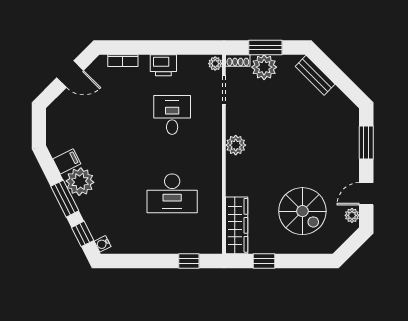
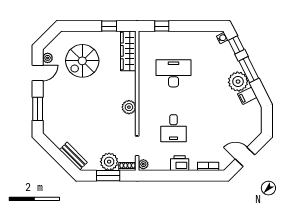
spiral stairs: (302, 211) -> (82, 61), turned -90

